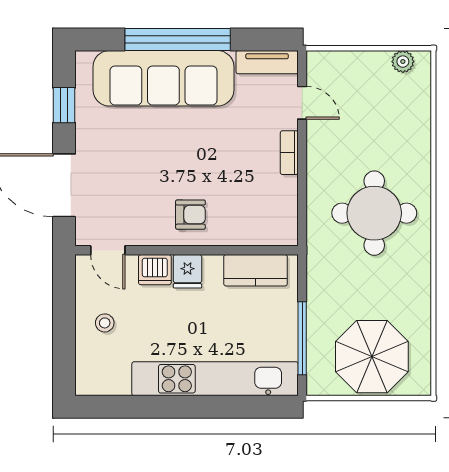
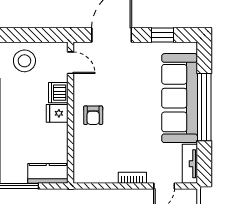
door: (108, 250) -> (70, 63), swing flipped
kitchen counter: (256, 270) -> (48, 173), moved, turned 90
stool: (105, 323) -> (24, 61), width x1.89, depth x1.89

